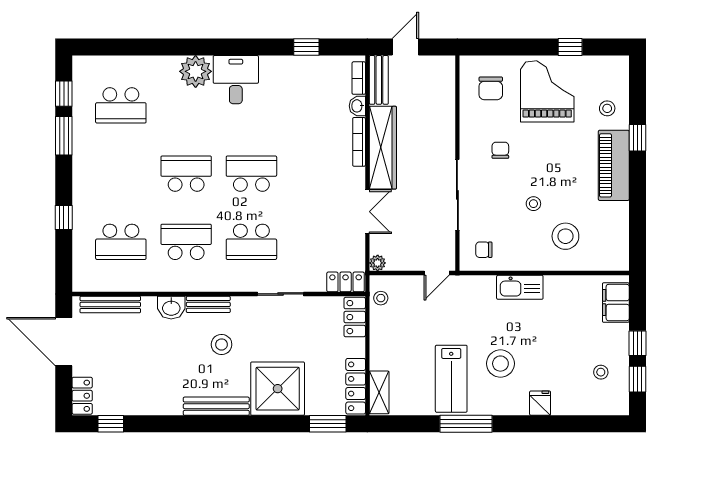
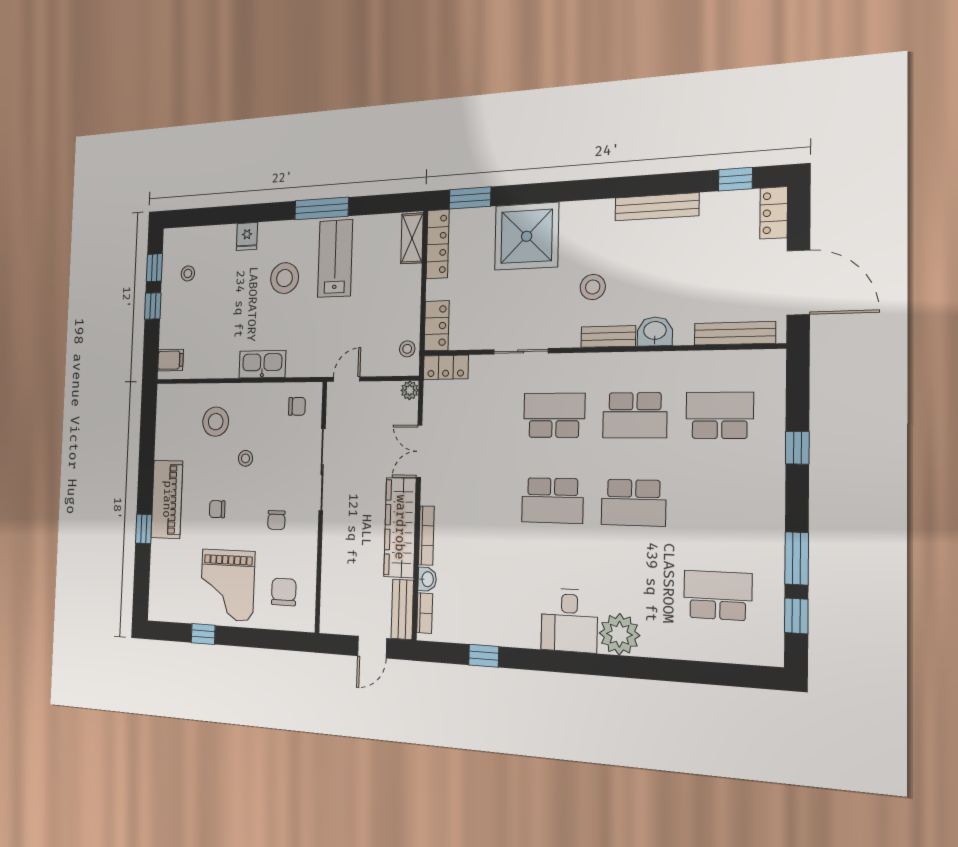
stool: (607, 108) -> (171, 563), removed
chair: (561, 158) -> (217, 509), added
filing cabinet: (616, 303) -> (171, 360), width x0.50
bench: (216, 406) -> (657, 207), moved

